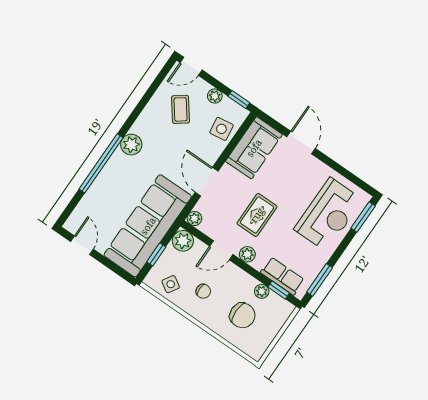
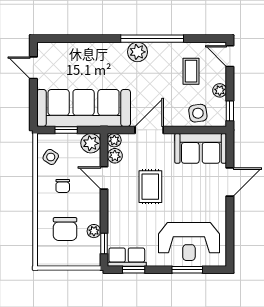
coffee table: (181, 109) -> (191, 71), turned -53
window: (101, 163) -> (152, 39), moved
rug: (257, 215) -> (150, 187), turned 90
window: (363, 217) -> (187, 270), moved
door: (82, 245) -> (33, 68), swing flipped
plant: (247, 254) -> (115, 156), moved
row of seats: (282, 276) -> (127, 257), moved, turned -90
window: (320, 280) -> (134, 270), width x0.67

